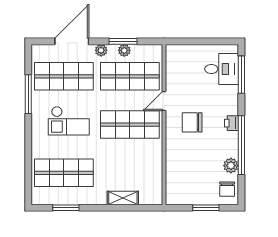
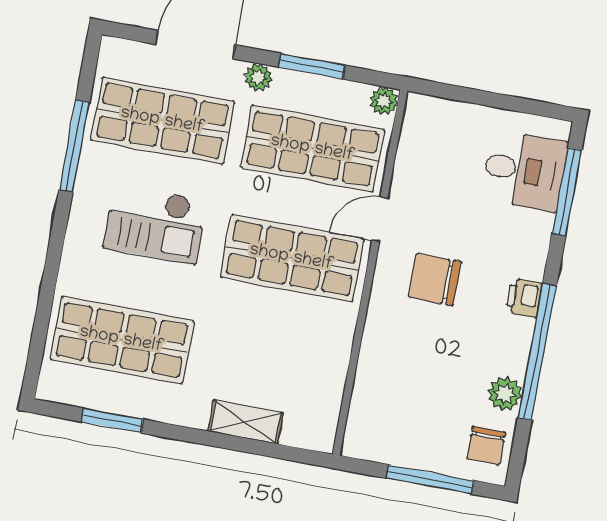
plant: (124, 50) -> (384, 101), moved
window: (206, 208) -> (430, 479), width x1.44

